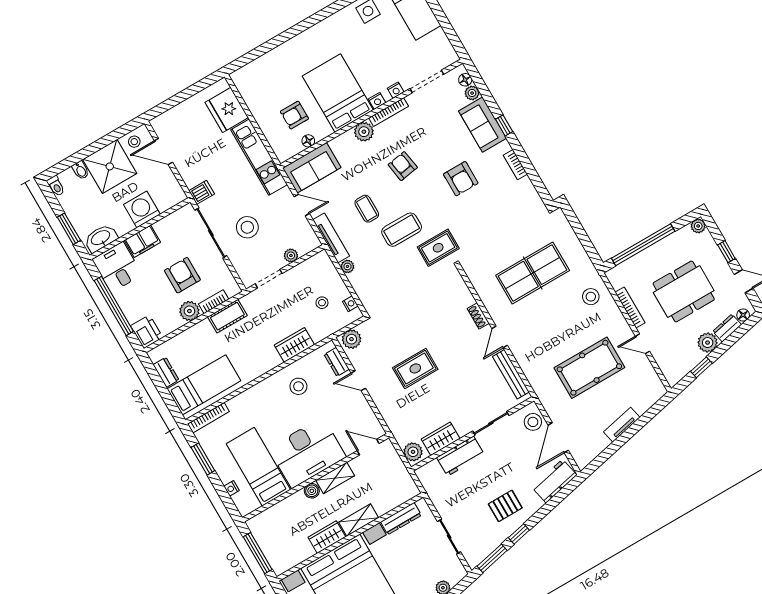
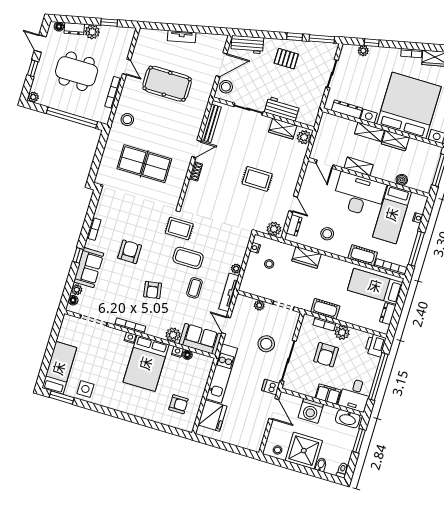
nightstand: (396, 90) -> (177, 352), moved
armchair: (294, 115) -> (178, 404), moved
plant: (364, 132) -> (173, 335), moved
door: (163, 152) -> (274, 409), moved
cot: (245, 401) -> (363, 255), added
window: (203, 459) -> (416, 249), width x1.44
boiler: (312, 491) -> (402, 180), moved

